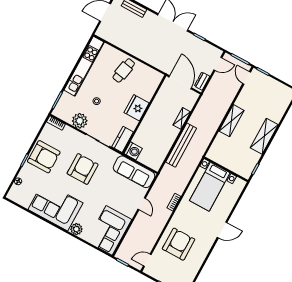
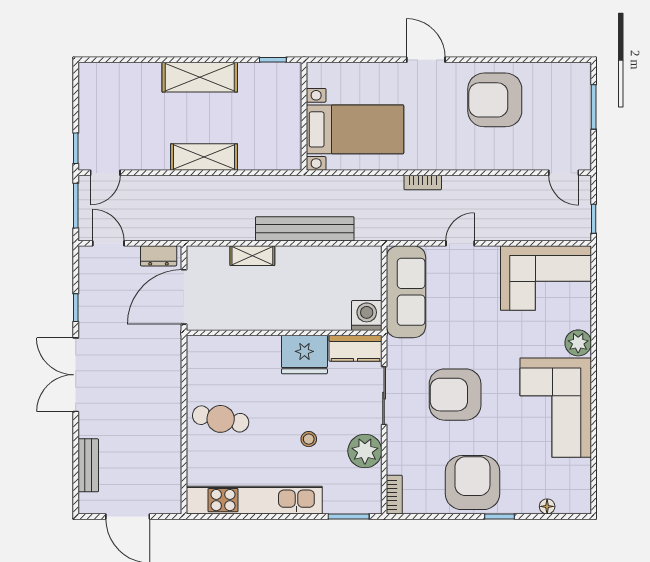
fridge: (137, 108) -> (304, 355), moved
armchair: (179, 244) -> (495, 100), moved

